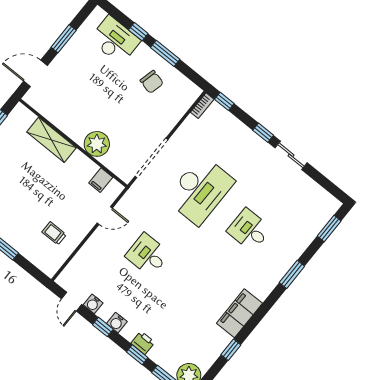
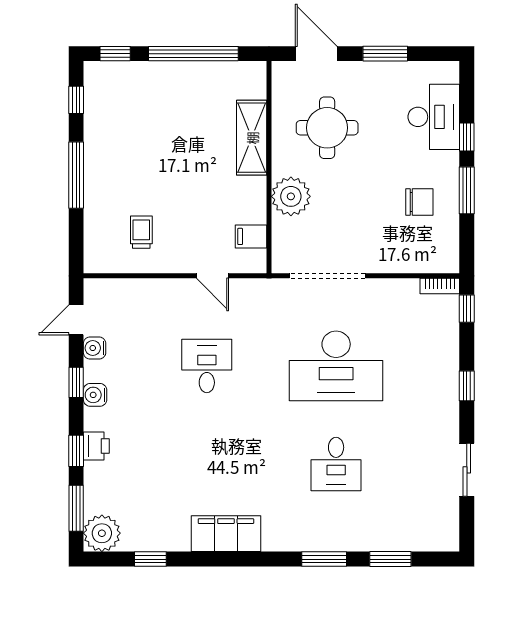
chair: (152, 82) -> (419, 202), turned -104
round table: (77, 98) -> (327, 128), added
sliding door: (291, 155) -> (467, 470), moved
window: (329, 229) -> (390, 559), moved
desk: (249, 230) -> (336, 464), turned 180
window: (231, 350) -> (150, 559), moved

